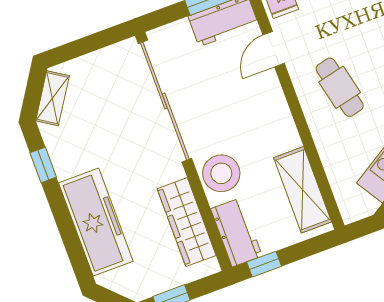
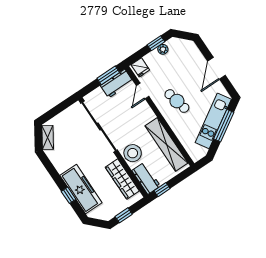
window: (43, 165) -> (69, 195), moved
shelving: (303, 190) -> (166, 144), width x1.47

